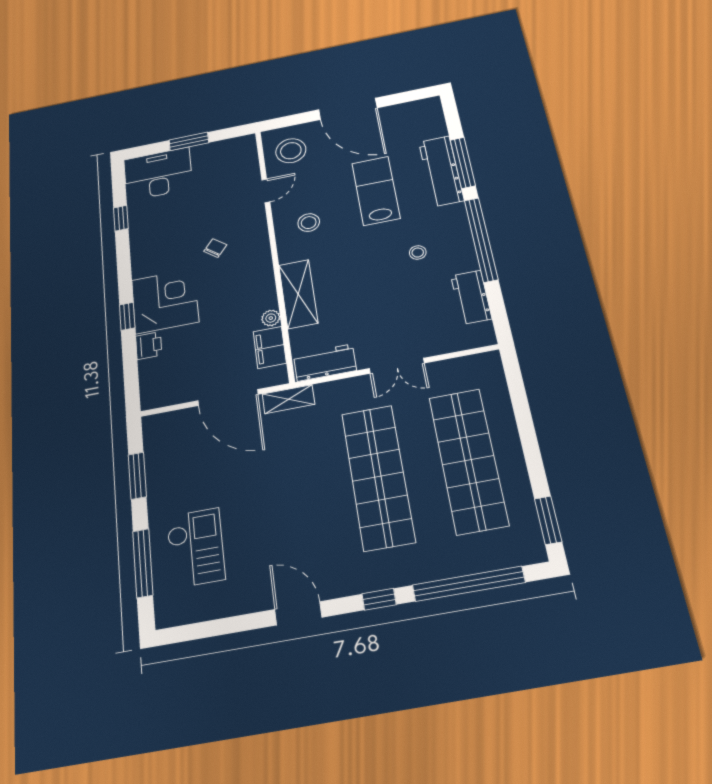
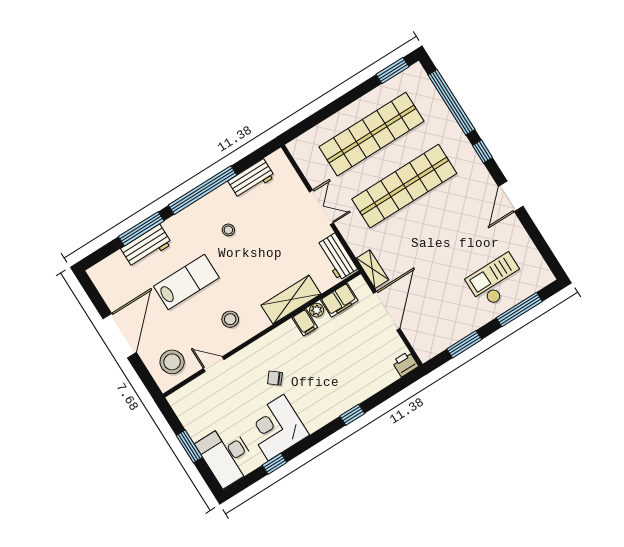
workbench: (441, 171) -> (146, 246), width x0.73
lab bench: (376, 191) -> (186, 282), turned 180
filing cabinet: (263, 300) -> (305, 322), added
corner desk: (165, 301) -> (276, 428), moved
printer: (149, 346) -> (405, 364), moved

